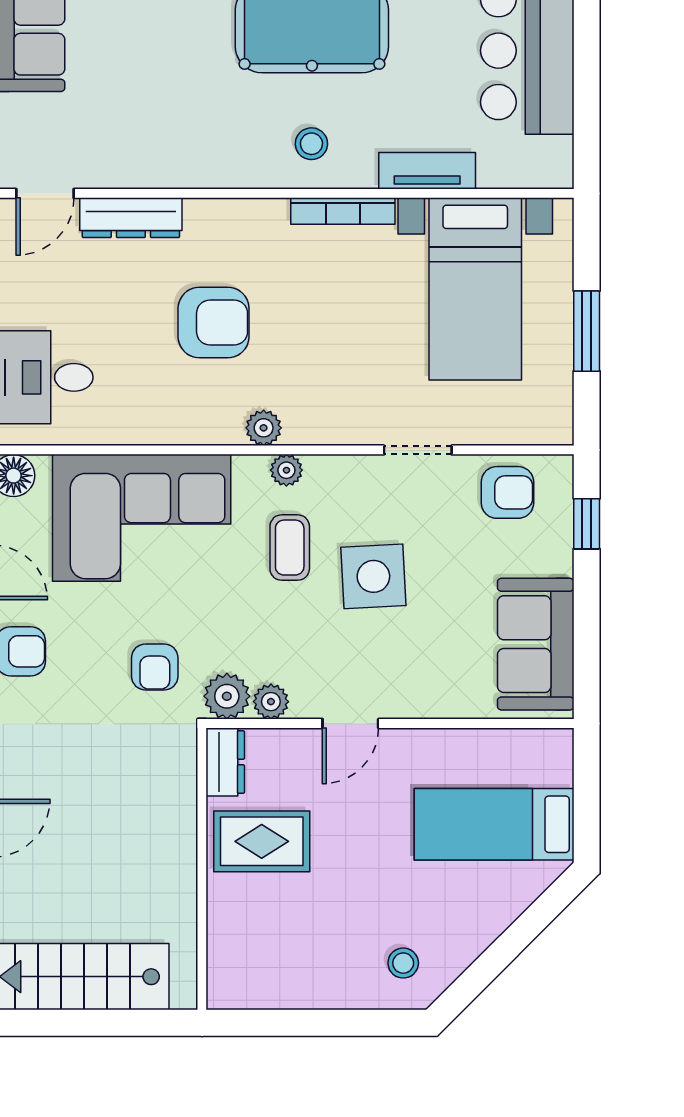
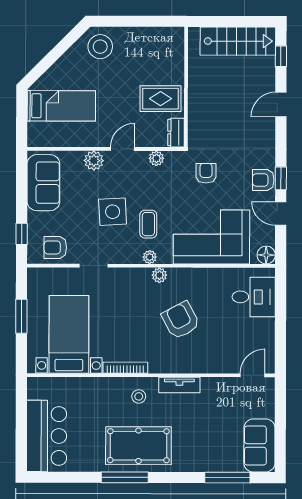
tv unit: (427, 171) -> (179, 385), moved
dresser: (131, 218) -> (216, 365), removed
armchair: (214, 323) -> (181, 320), turned 62
plant: (227, 696) -> (94, 161), moved
stool: (403, 963) -> (100, 47), width x1.89, depth x1.89

